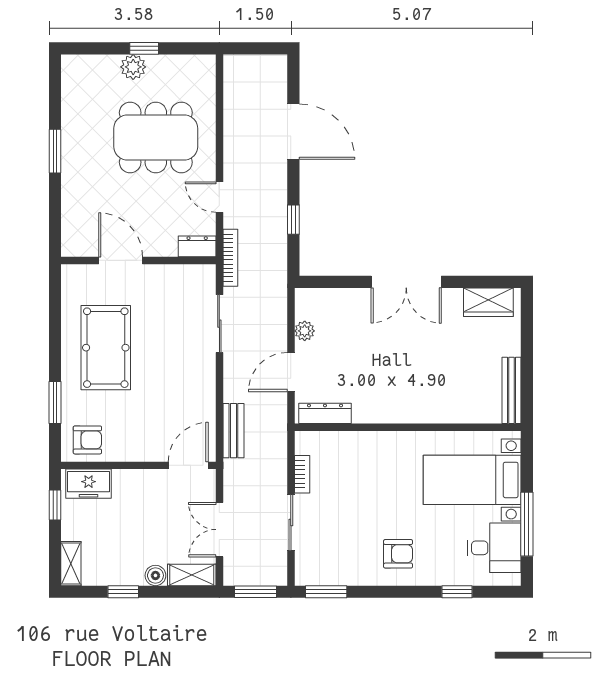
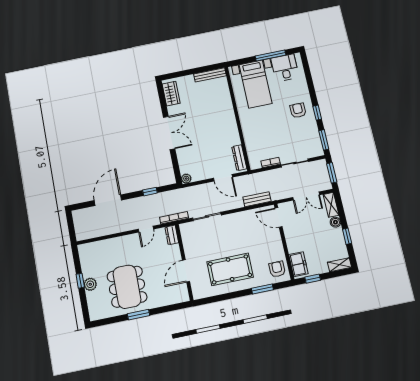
dining table: (156, 137) -> (127, 287), moved
plant: (305, 331) -> (186, 179), moved
window: (457, 592) -> (317, 113), moved

